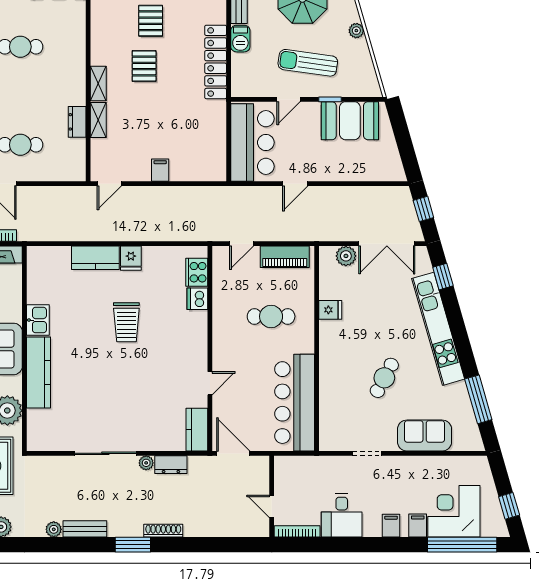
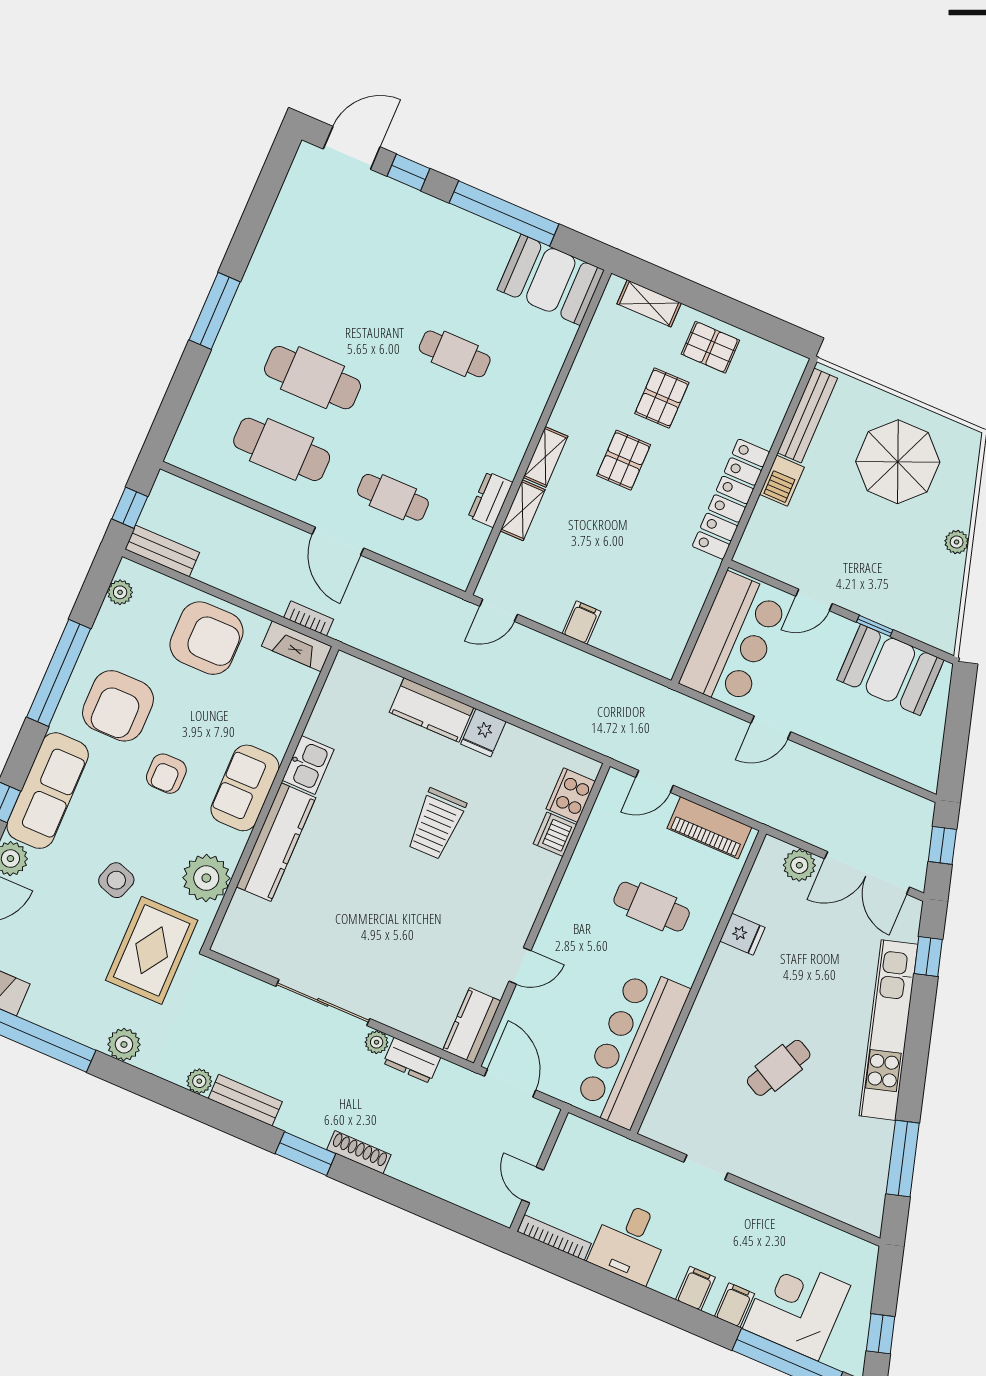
sun lounger: (308, 63) -> (865, 559), removed
sofa: (425, 435) -> (801, 1178), removed

